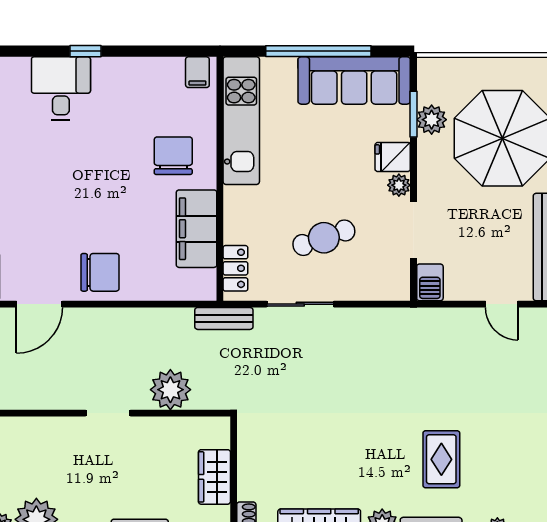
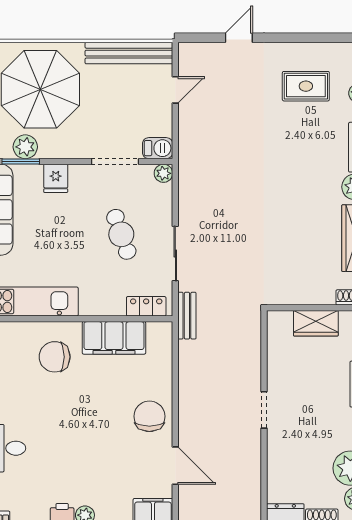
plant: (399, 185) -> (163, 173), moved
plant: (170, 390) -> (245, 359), removed
rug: (441, 459) -> (306, 86), moved

